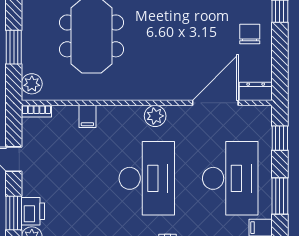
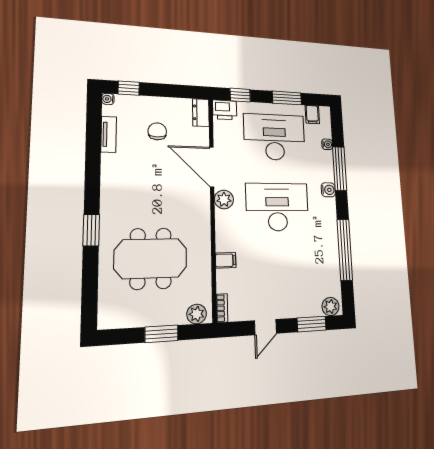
chair: (250, 34) -> (157, 131), moved, turned 90
door: (215, 103) -> (212, 167), moved
printer: (33, 211) -> (225, 110), moved, turned 180

